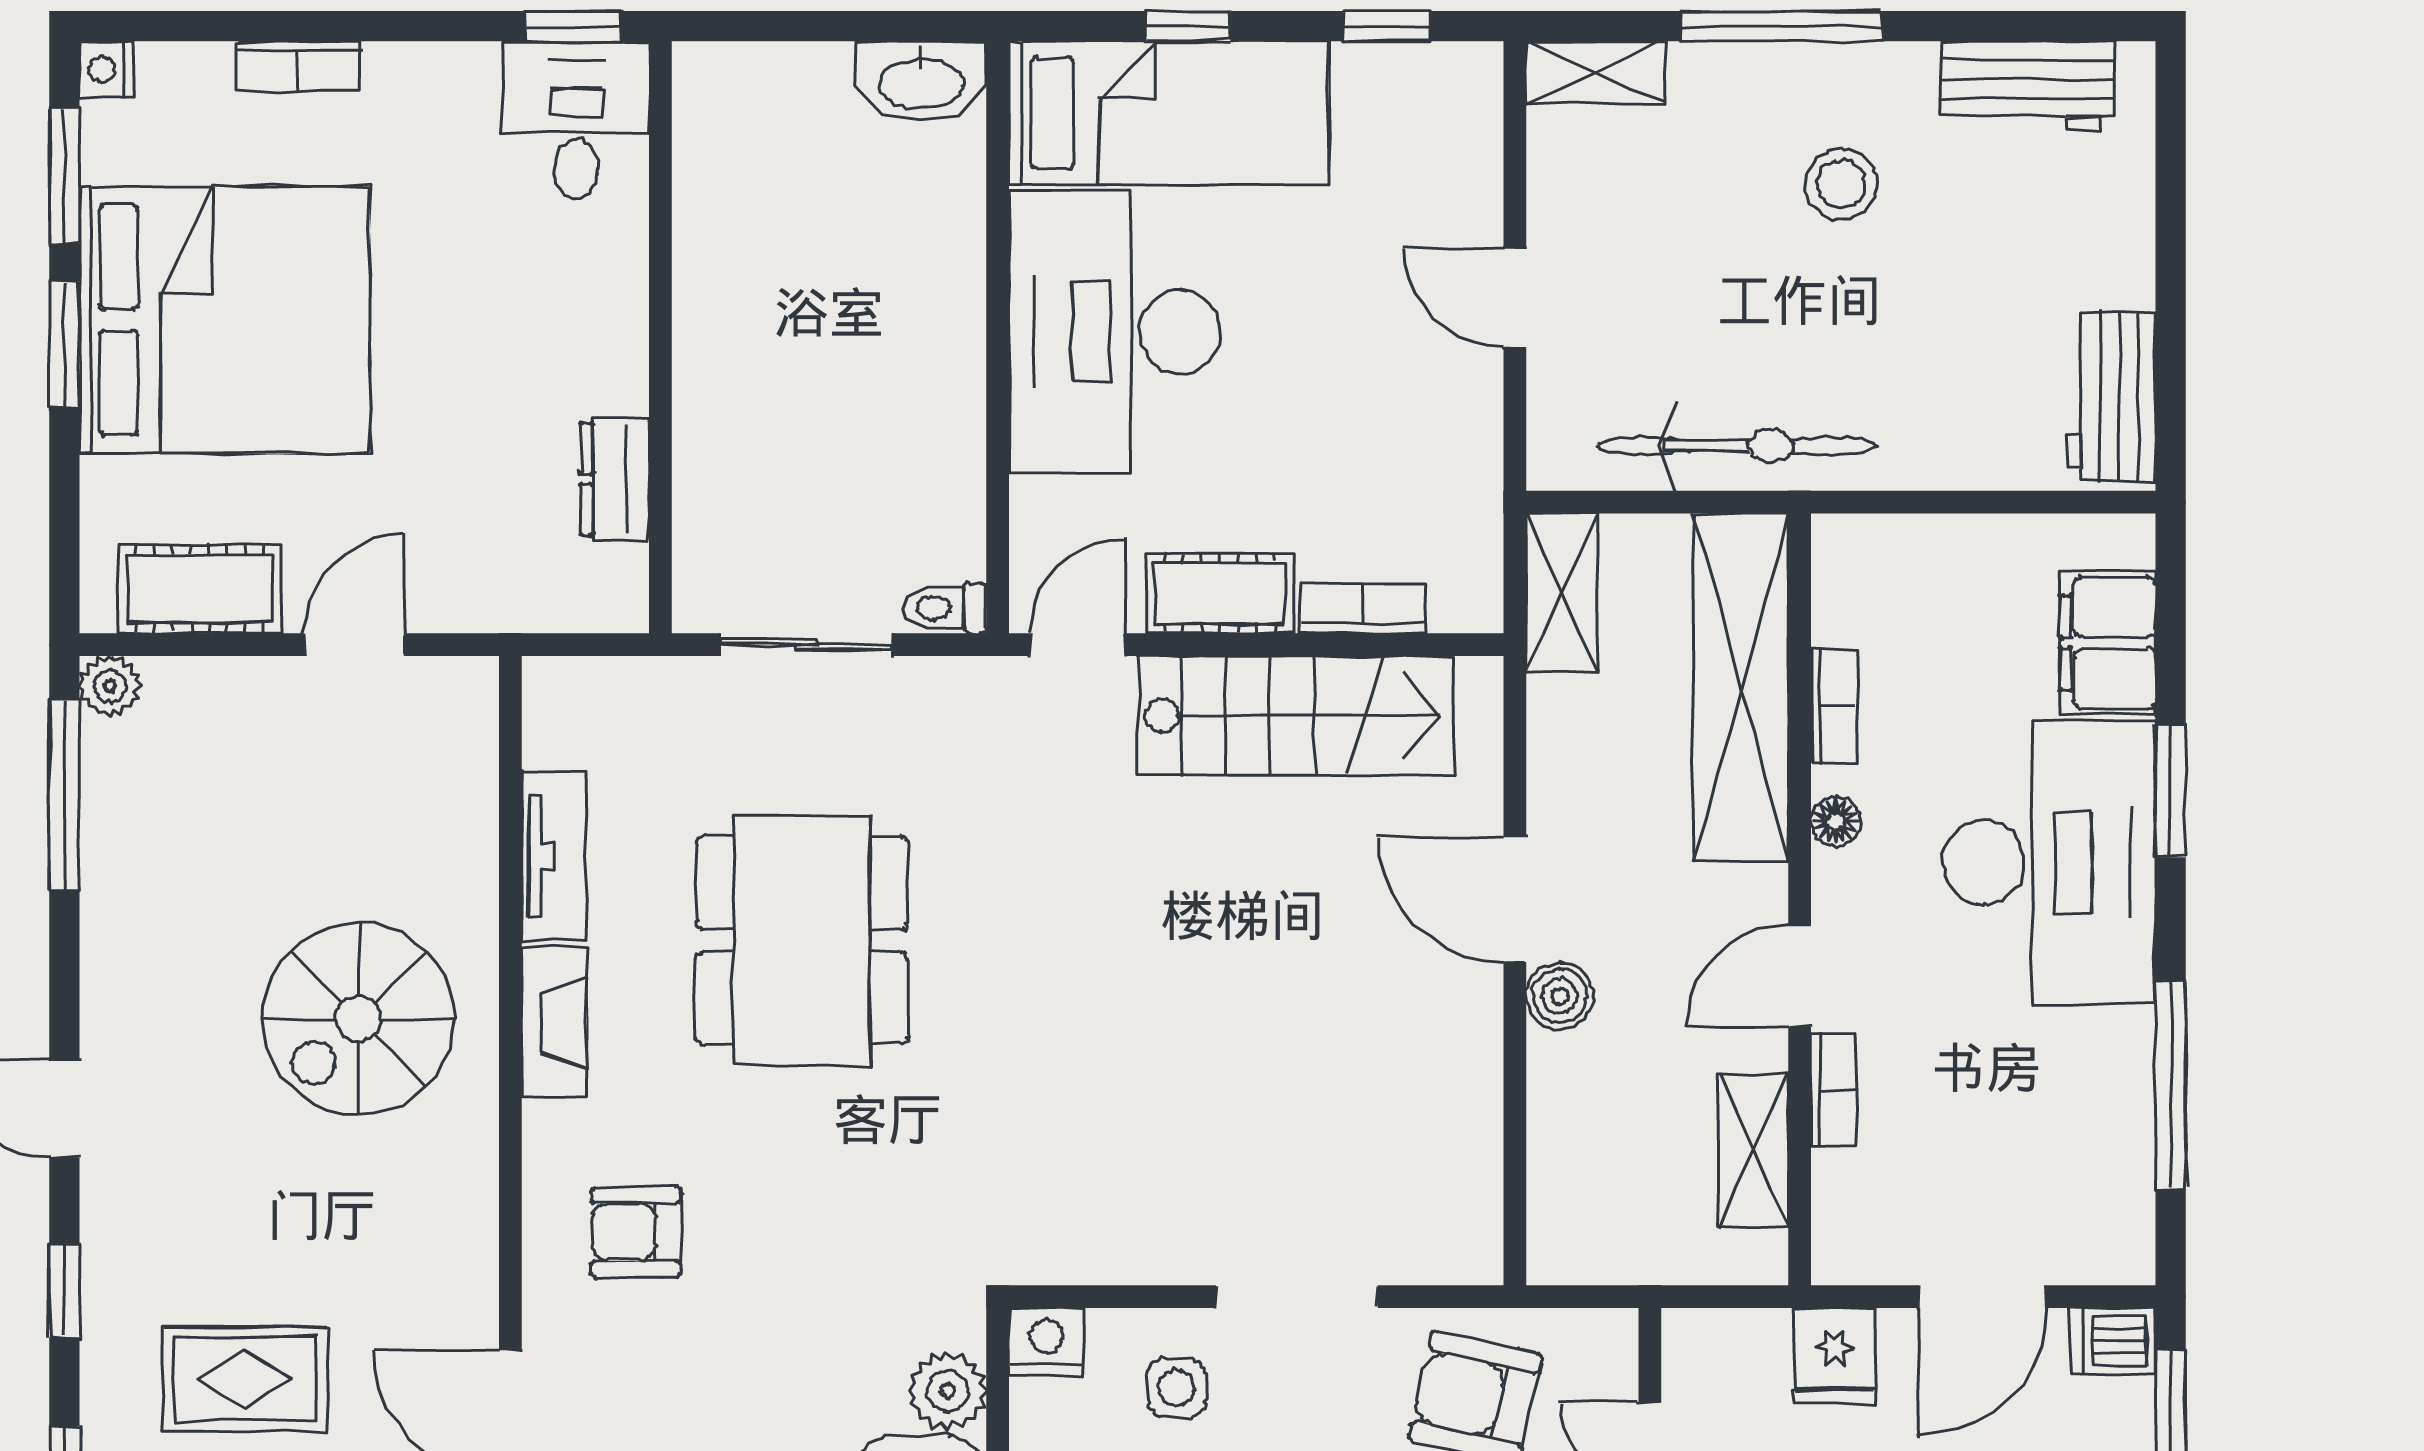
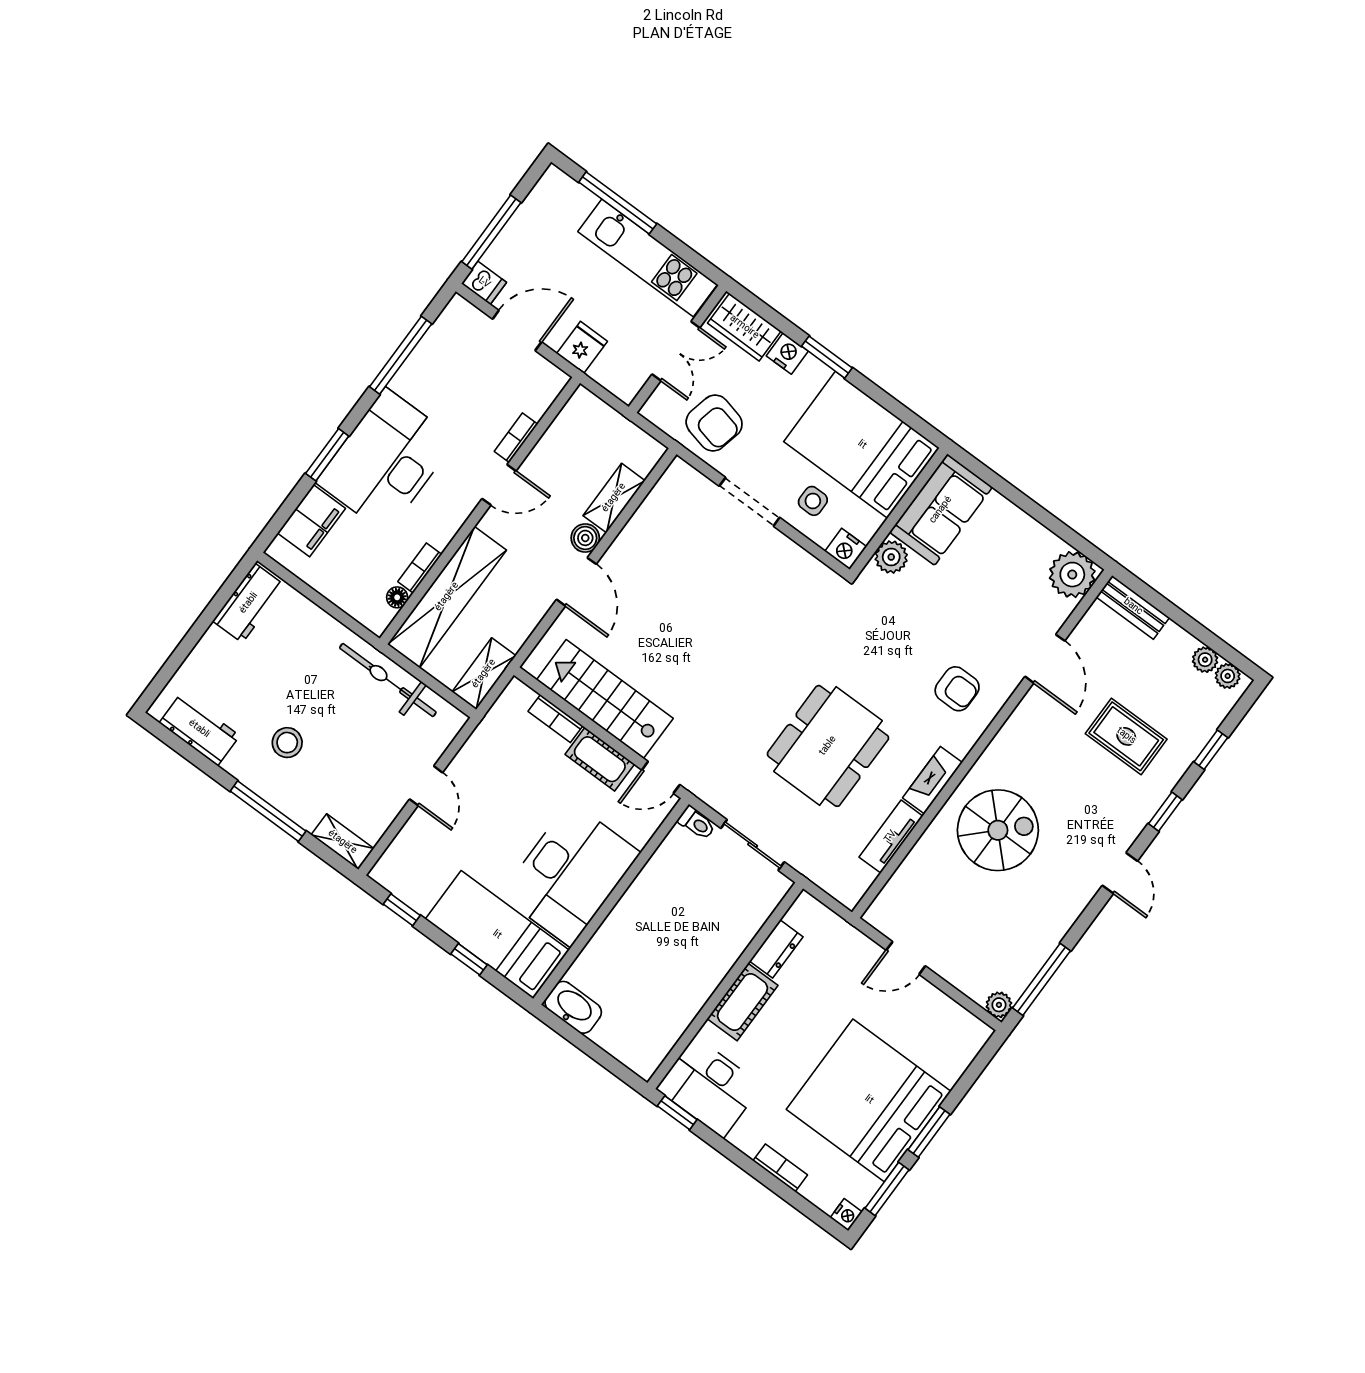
desk: (576, 120) -> (709, 1087), width x1.37
cot: (200, 589) -> (743, 1002), moved, turned 90
floor lamp: (1836, 821) -> (397, 597), moved
shelving: (1754, 1150) -> (614, 498), moved

